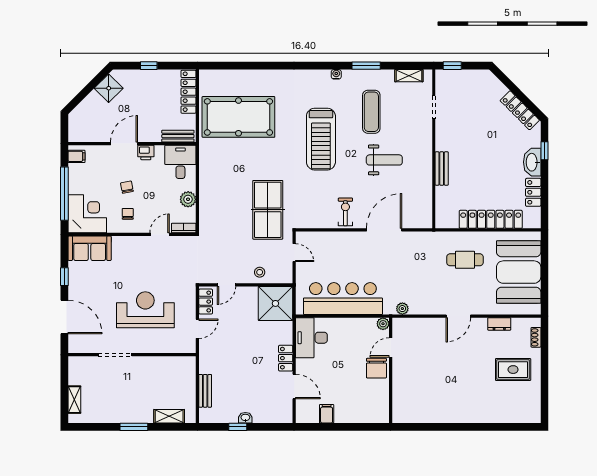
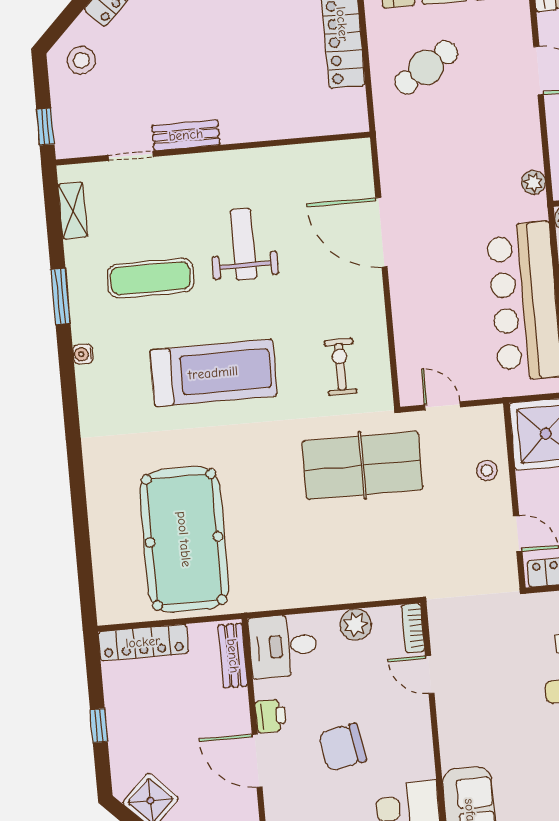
stool: (484, 87) -> (81, 60), added
bench: (442, 168) -> (186, 135), moved
chair: (127, 187) -> (342, 747), width x1.87, depth x1.87
exercise bike: (345, 212) -> (340, 367), moved, turned 90
chair: (128, 214) -> (395, 741), removed
door: (294, 253) -> (442, 406), hinge flipped
cafe table: (465, 260) -> (426, 67), turned 58

